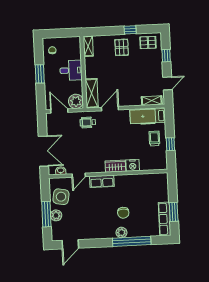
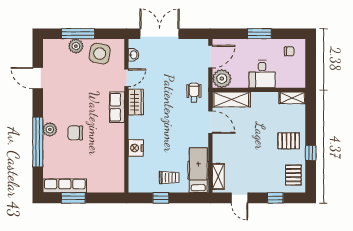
double door: (43, 151) -> (160, 34), swing flipped
wardrobe: (115, 166) -> (136, 102), moved
door: (79, 175) -> (126, 78), swing flipped
door: (70, 244) -> (38, 78), moved

